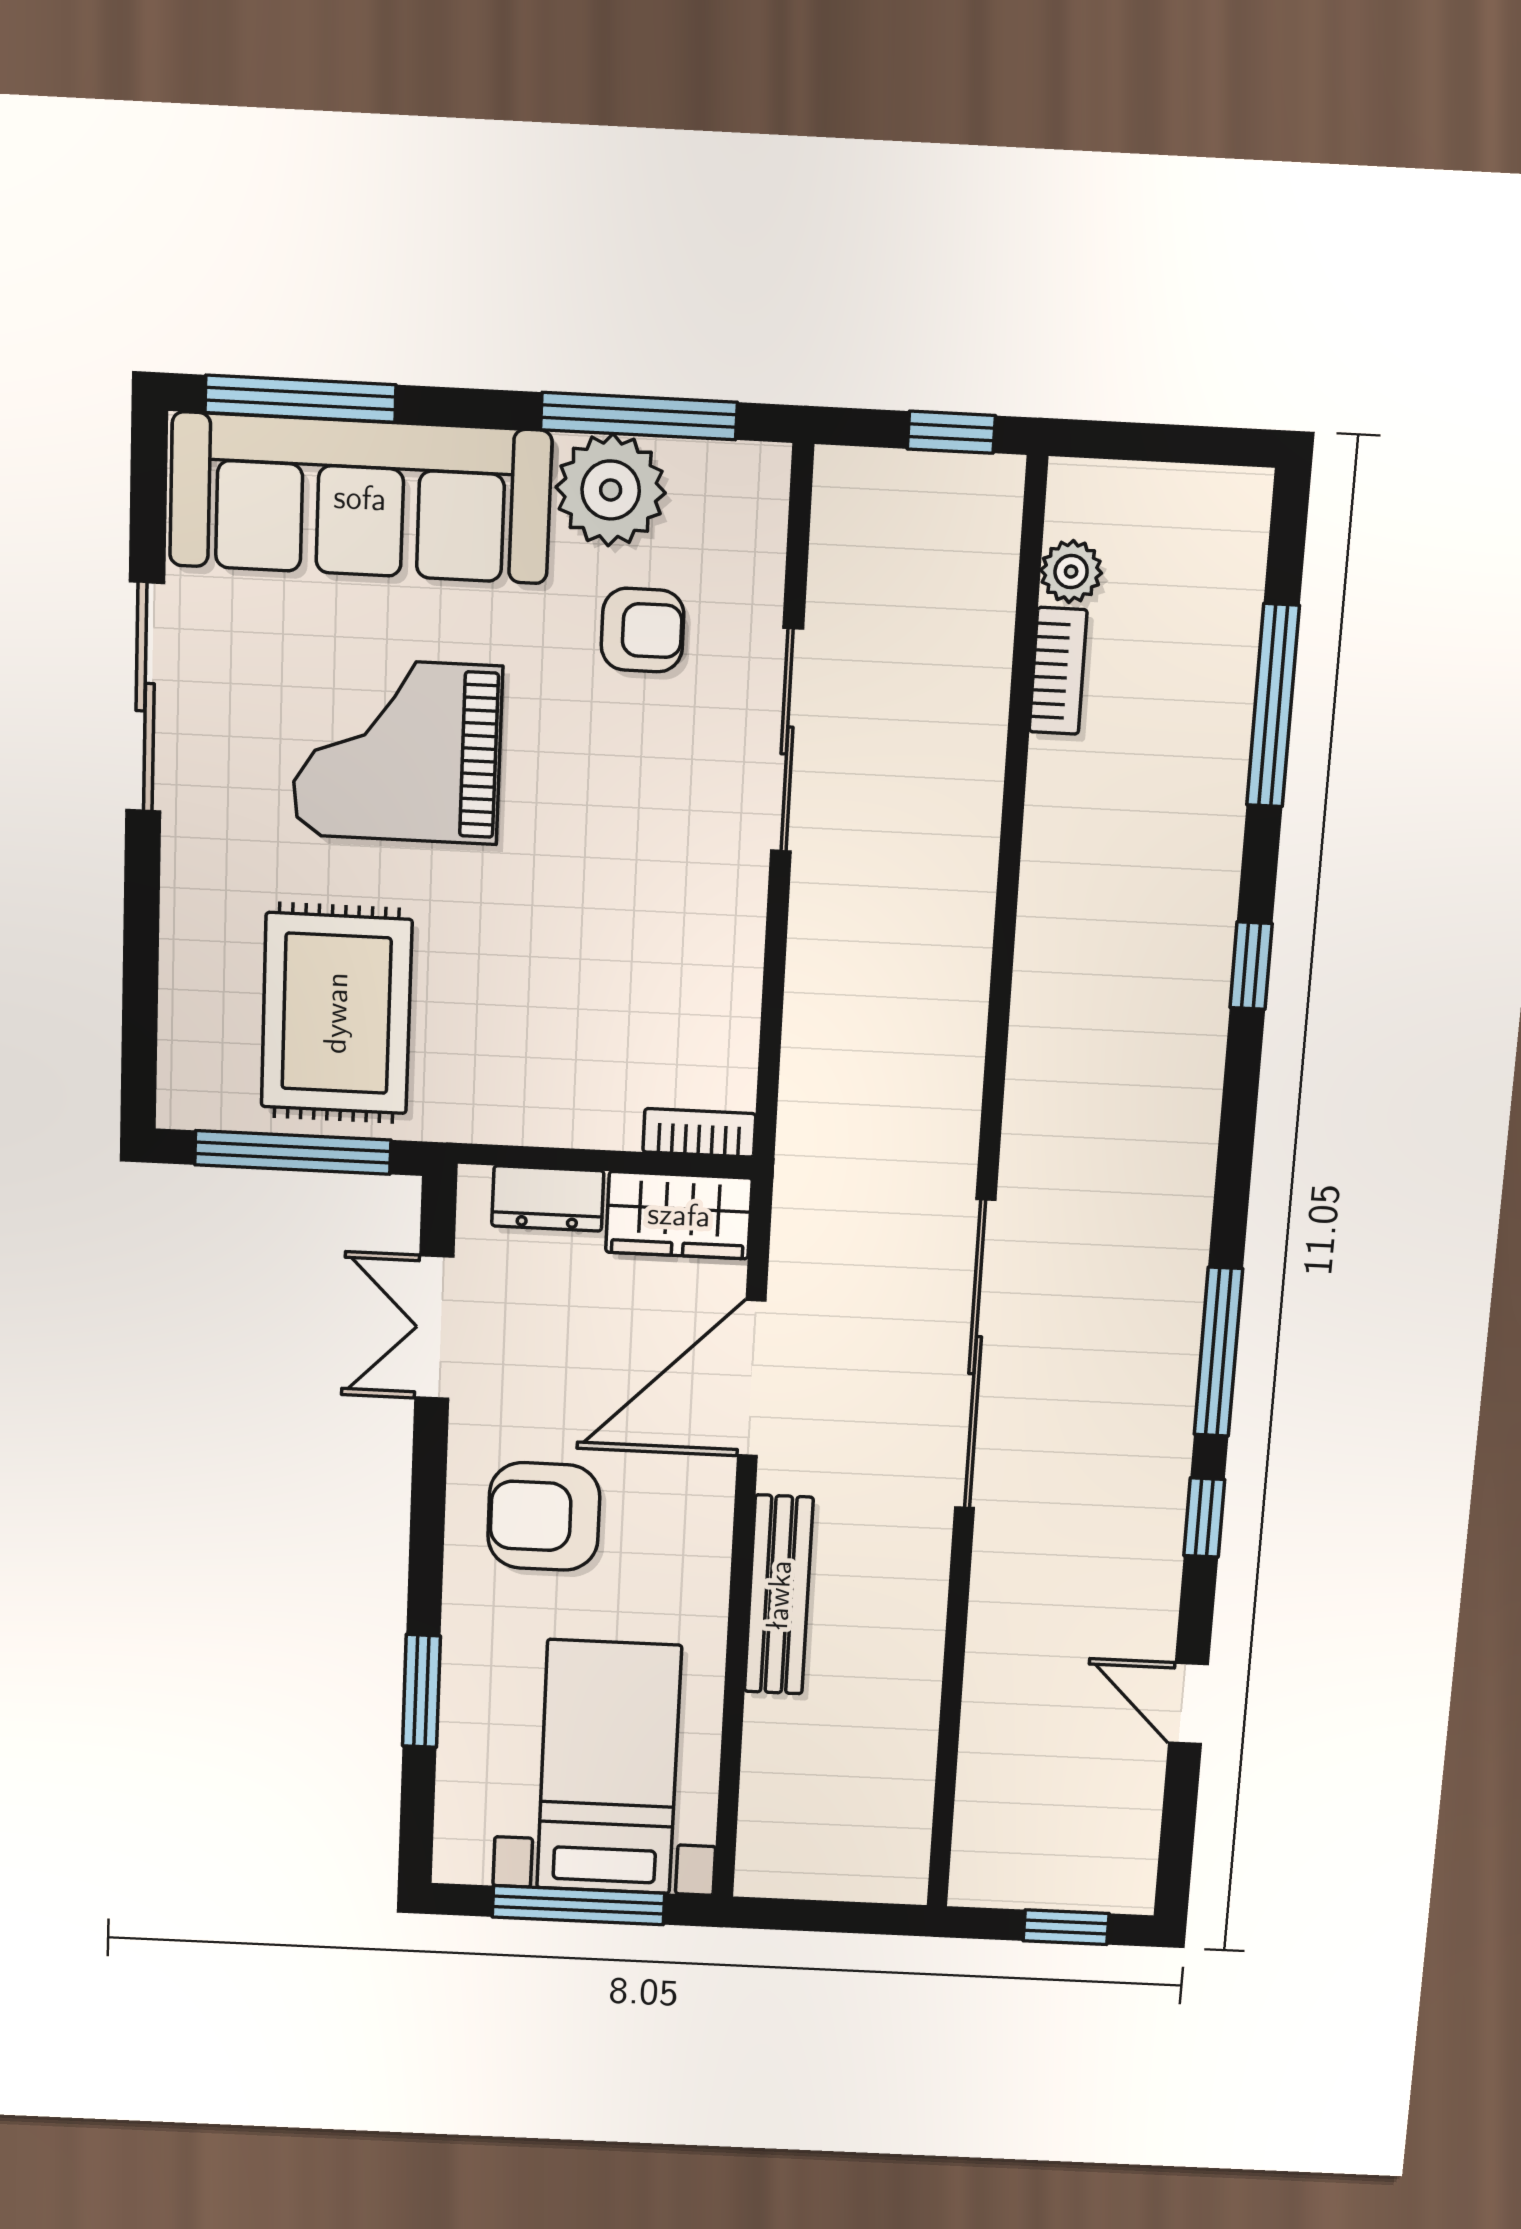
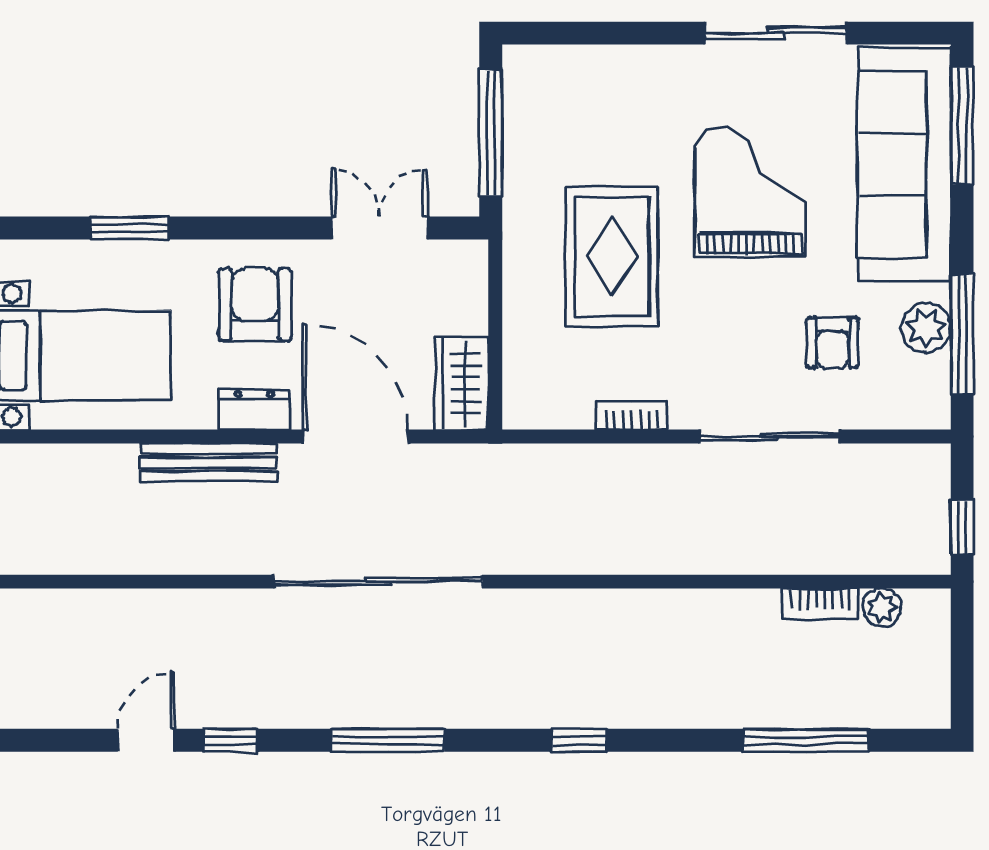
plant: (611, 490) -> (926, 328), width x0.73, depth x0.73
window: (1251, 966) -> (579, 740), moved
rug: (336, 1013) -> (612, 256), moved, turned 90
bookcase: (699, 1133) -> (632, 415), moved, turned -90
dresser: (548, 1198) -> (254, 410), moved, turned 90
window: (1204, 1517) -> (230, 740), moved

